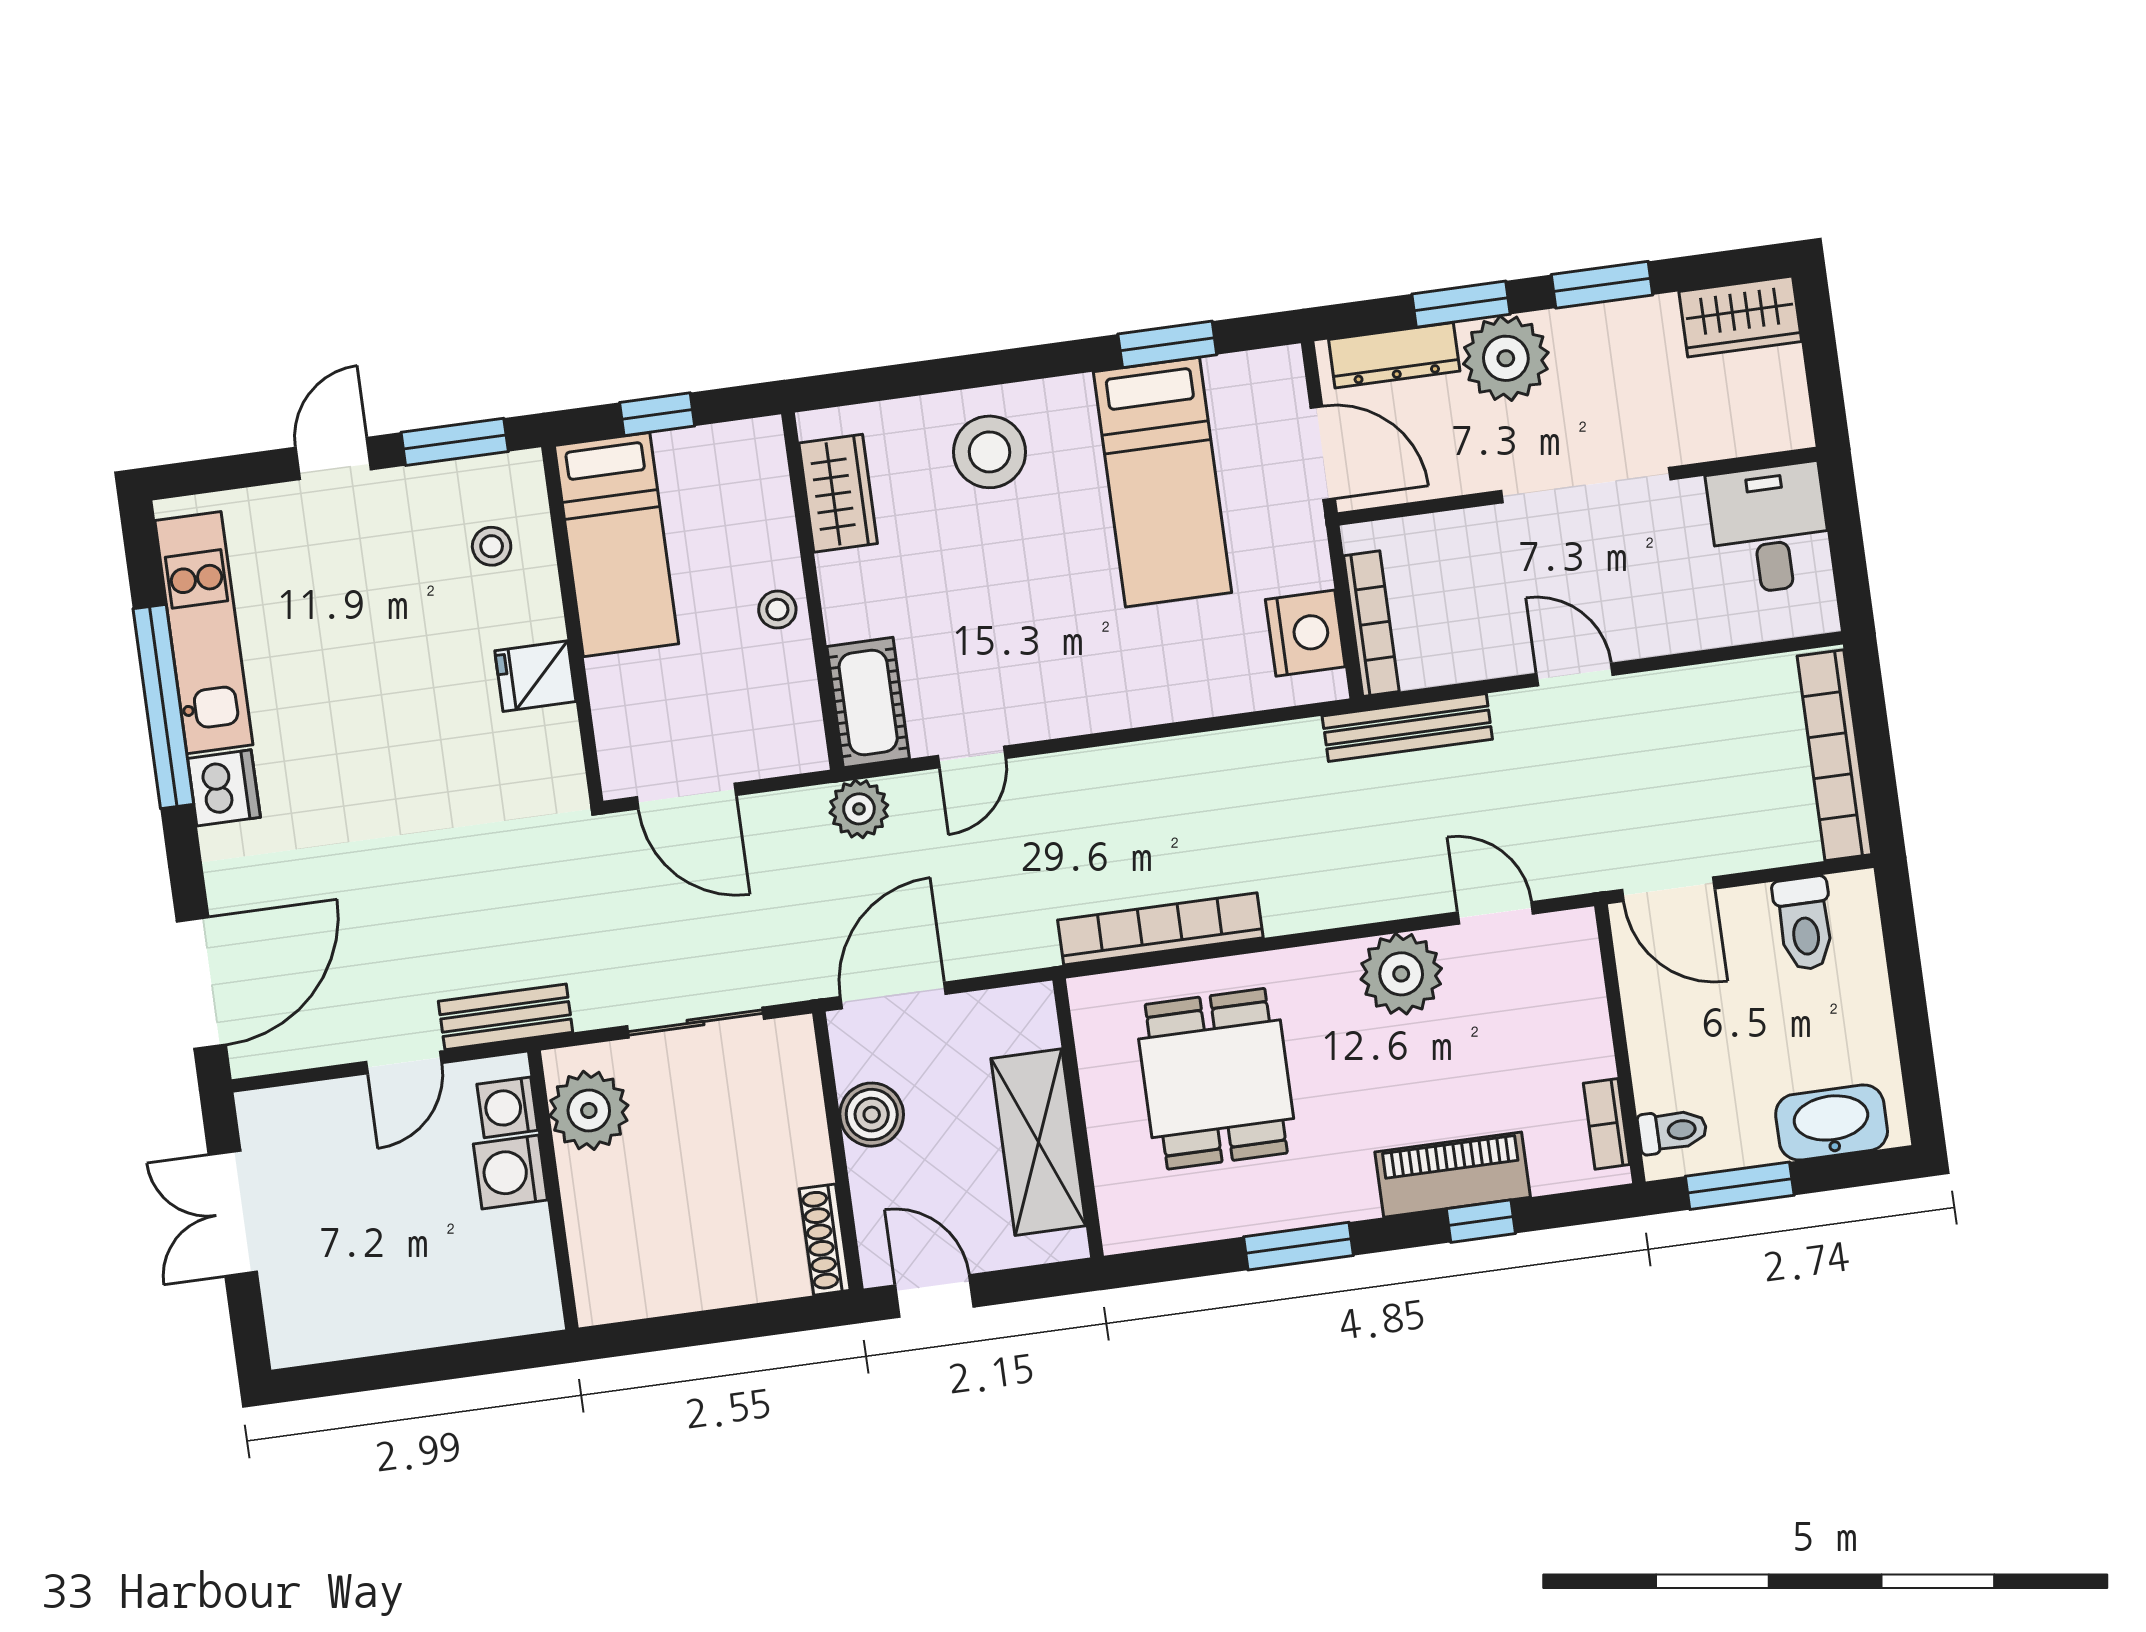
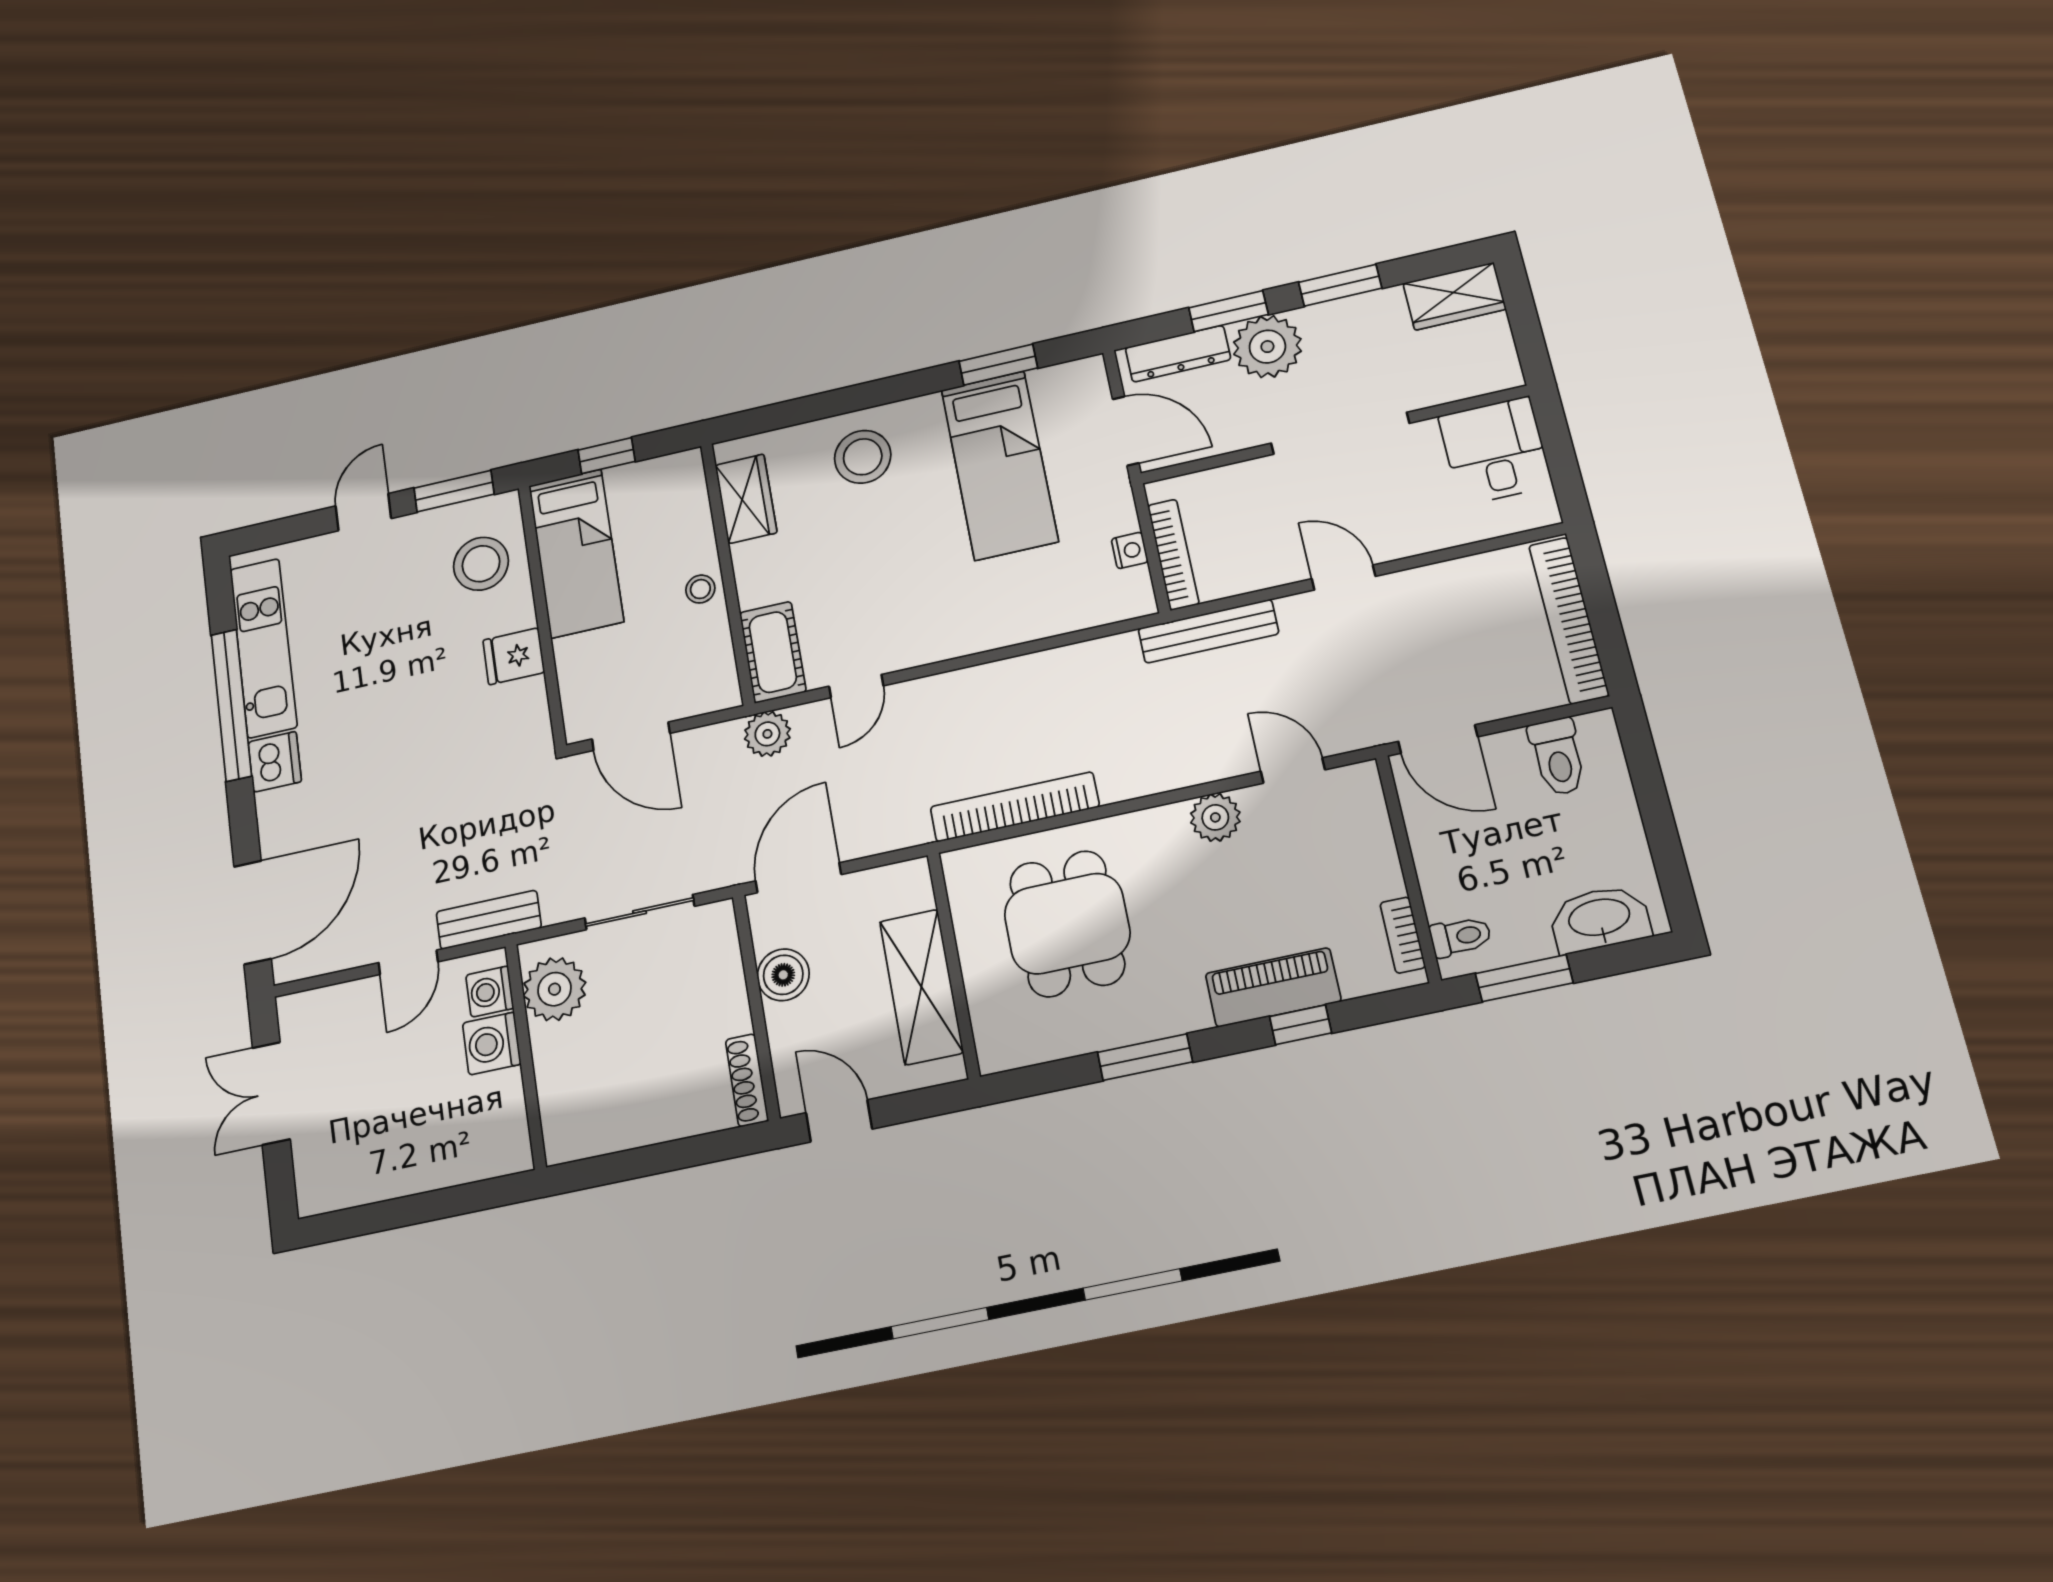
stool: (492, 546) -> (481, 564), width x1.89, depth x1.89
nightstand: (1305, 633) -> (1130, 550), width x0.53, depth x0.56
plant: (1401, 974) -> (1215, 817), width x0.73, depth x0.73

